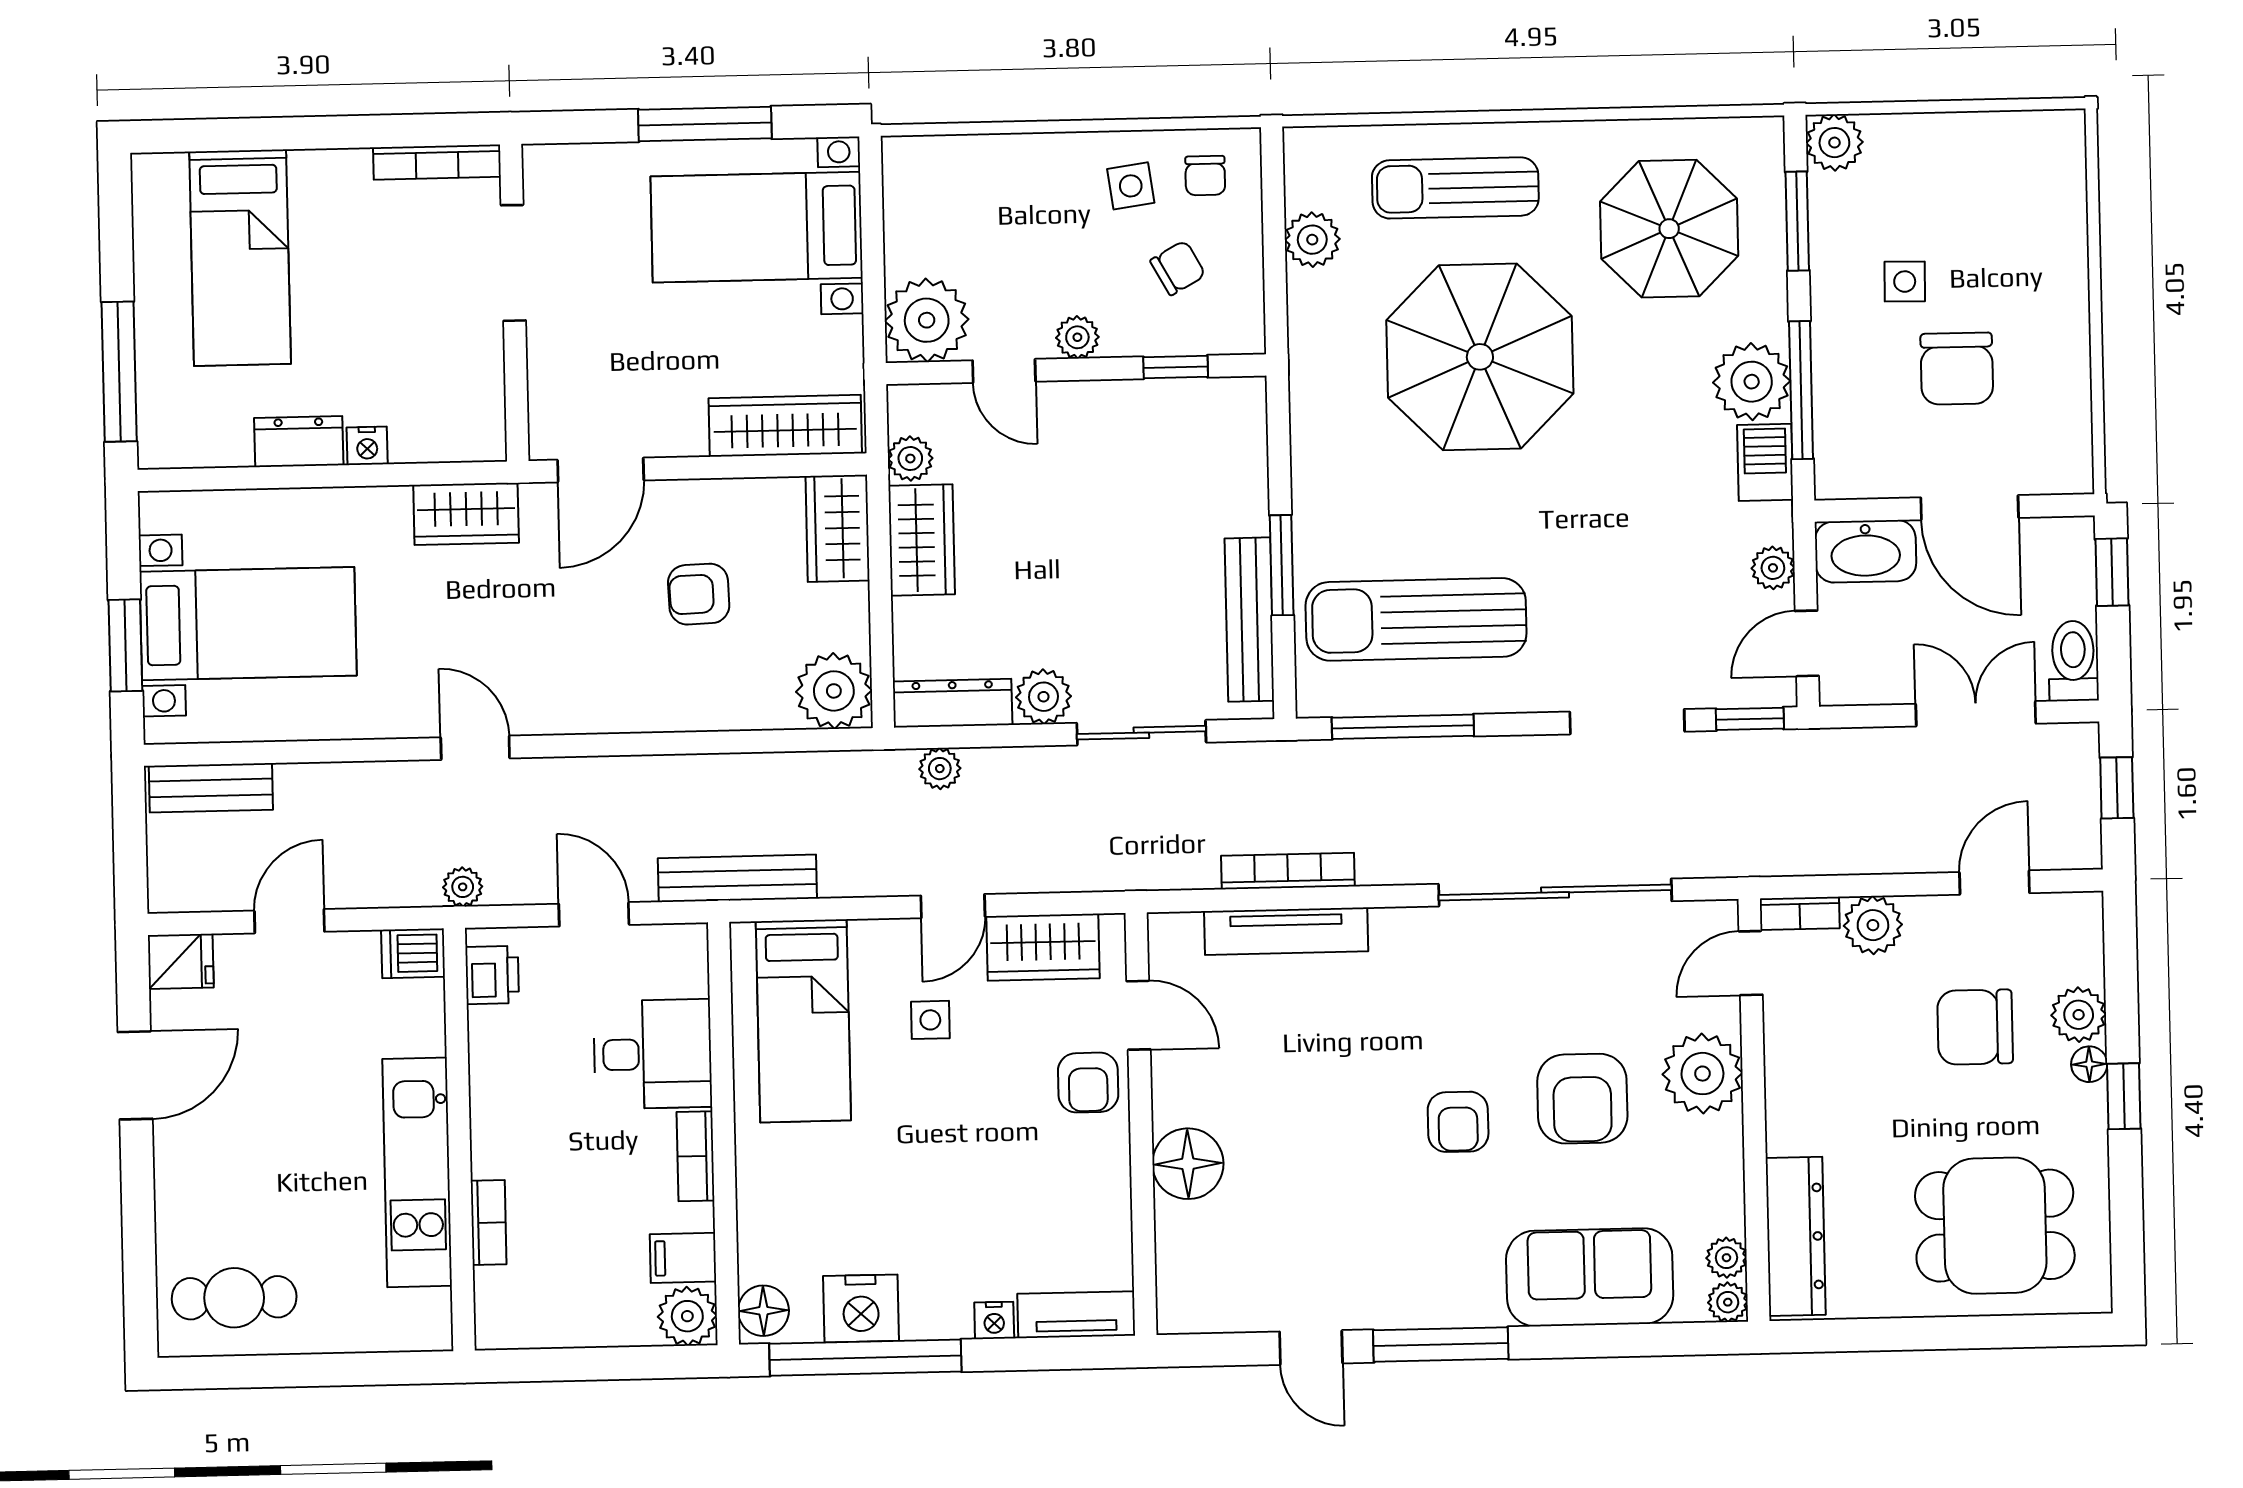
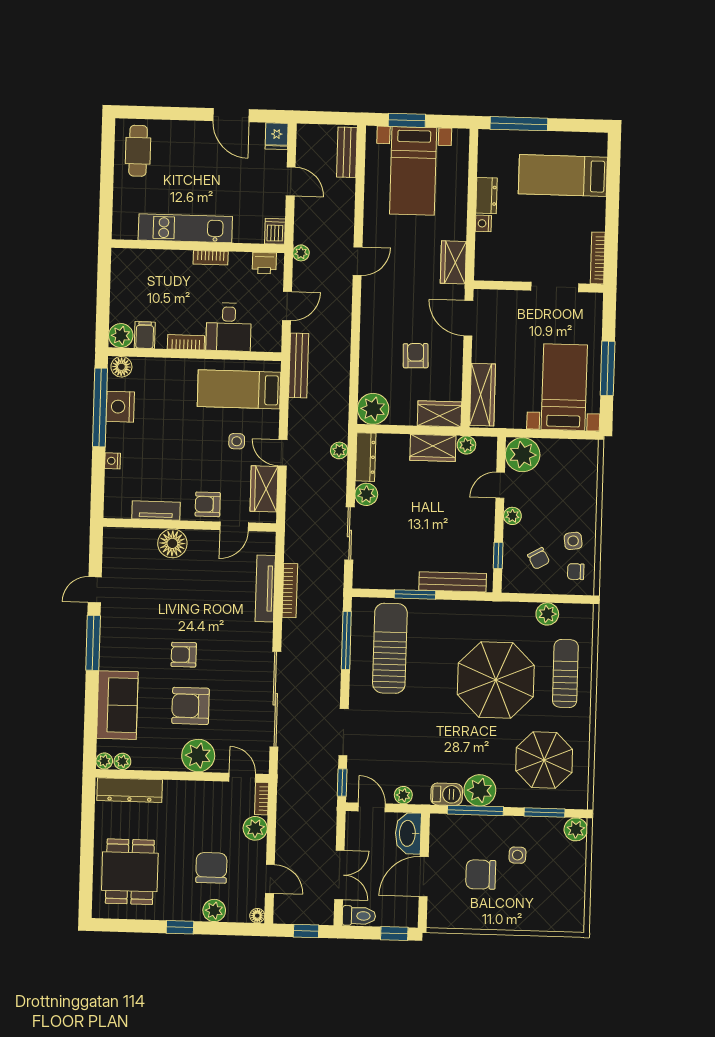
bench: (1249, 620) -> (453, 582), moved
floor lamp: (2089, 1064) -> (257, 916), moved
bookcase: (489, 1223) -> (211, 258), moved
tv unit: (1076, 1315) -> (156, 511), moved, turned -90

